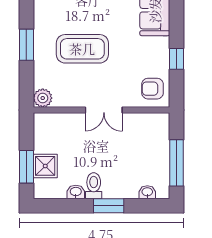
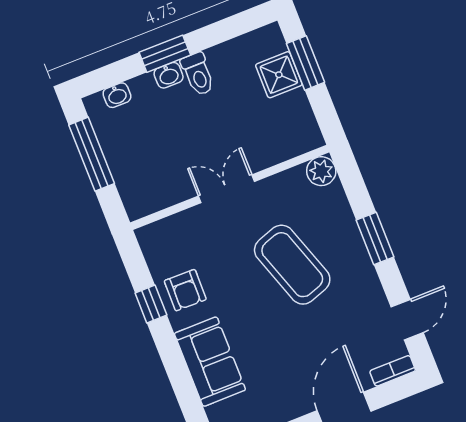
coffee table: (82, 49) -> (292, 265), turned 71
armchair: (152, 89) -> (185, 290), moved, turned 91
washbasin: (76, 192) -> (169, 75), moved

